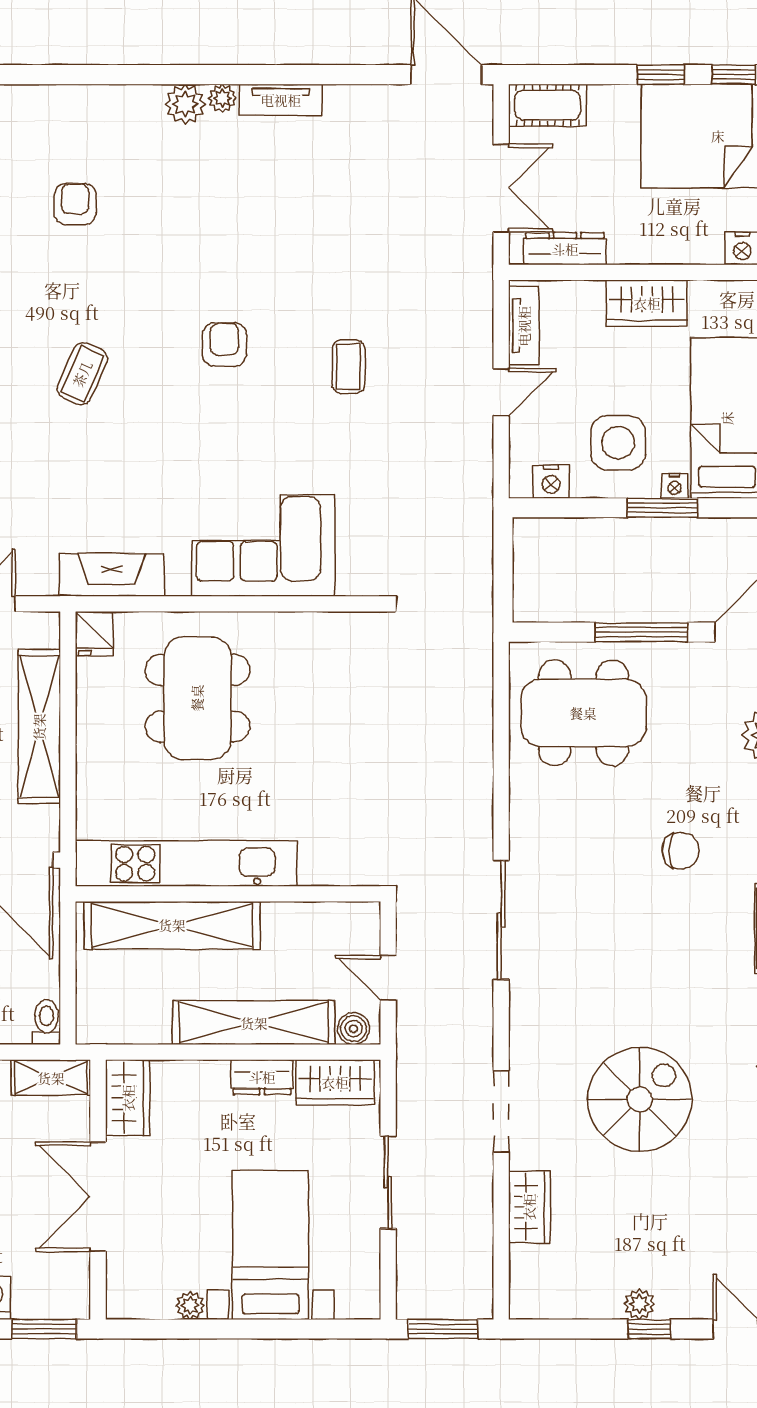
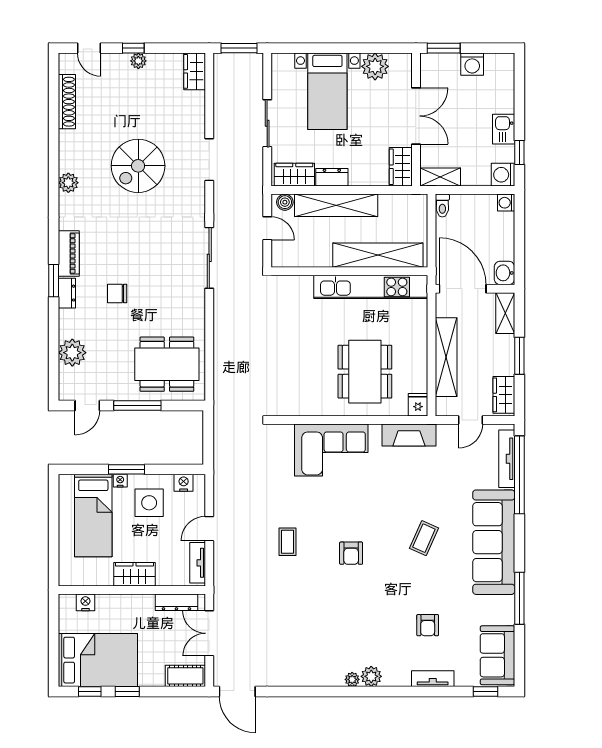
tv unit: (281, 100) -> (433, 679), moved
wardrobe: (529, 1207) -> (195, 71), moved
plant: (190, 1306) -> (375, 66), width x1.88, depth x1.88

